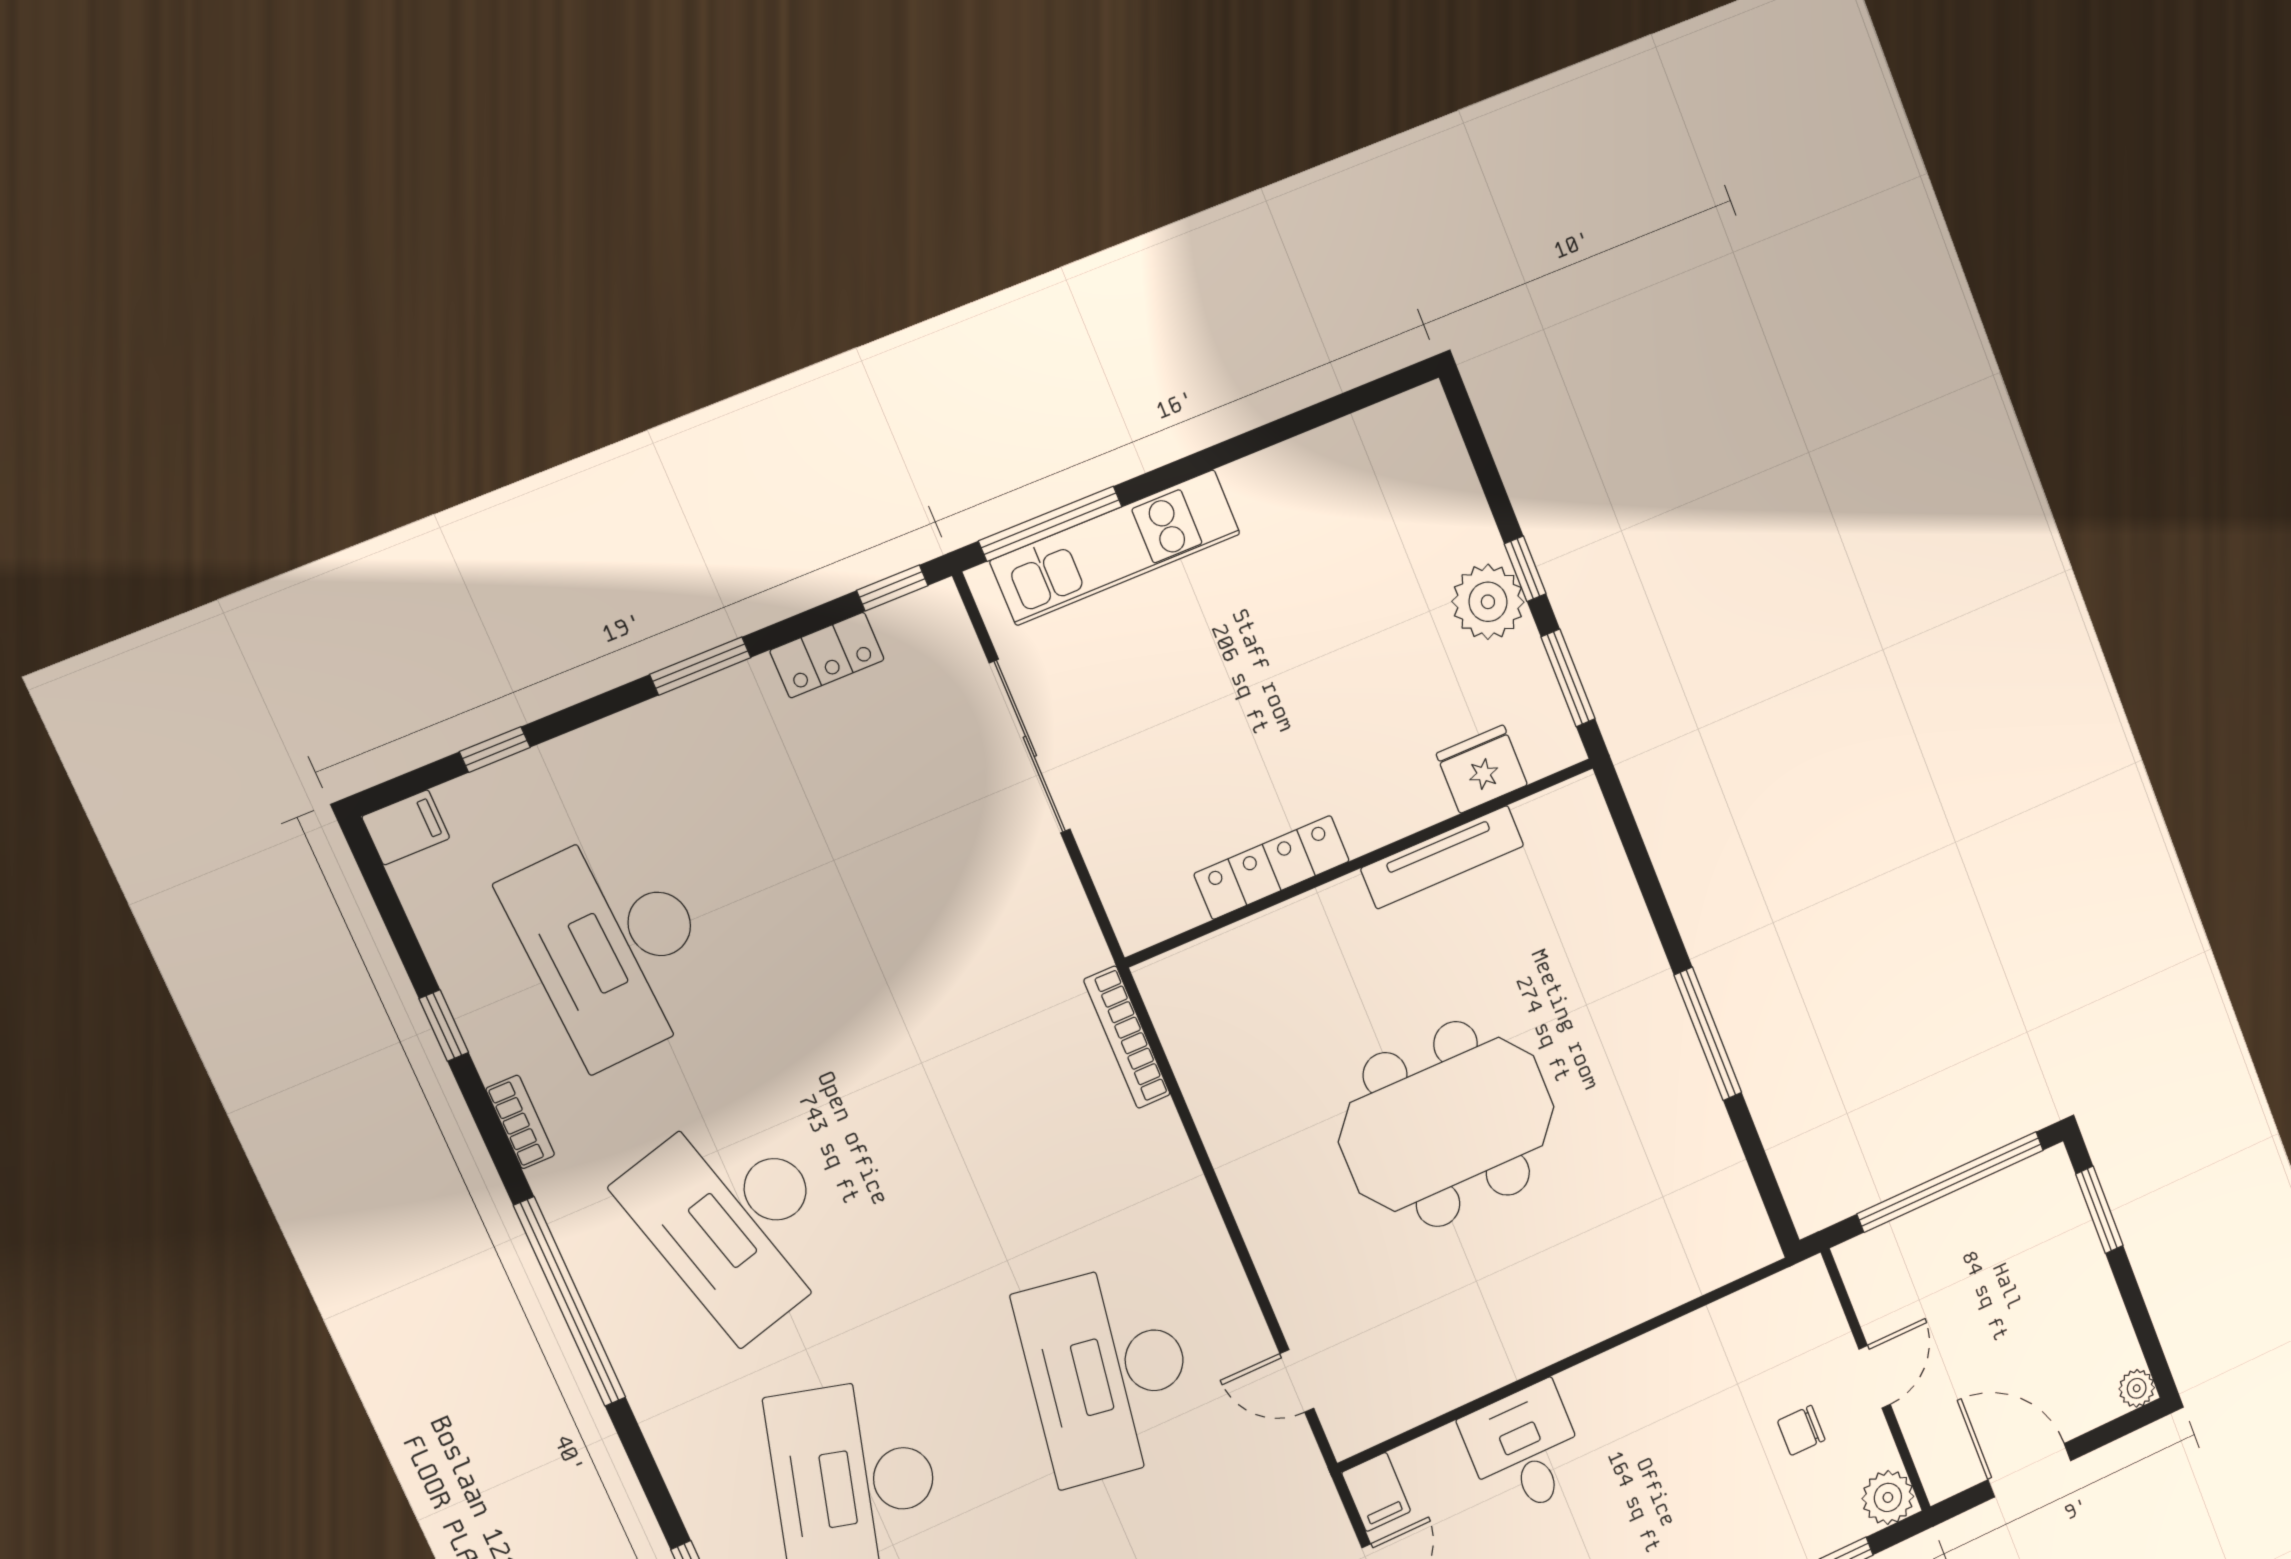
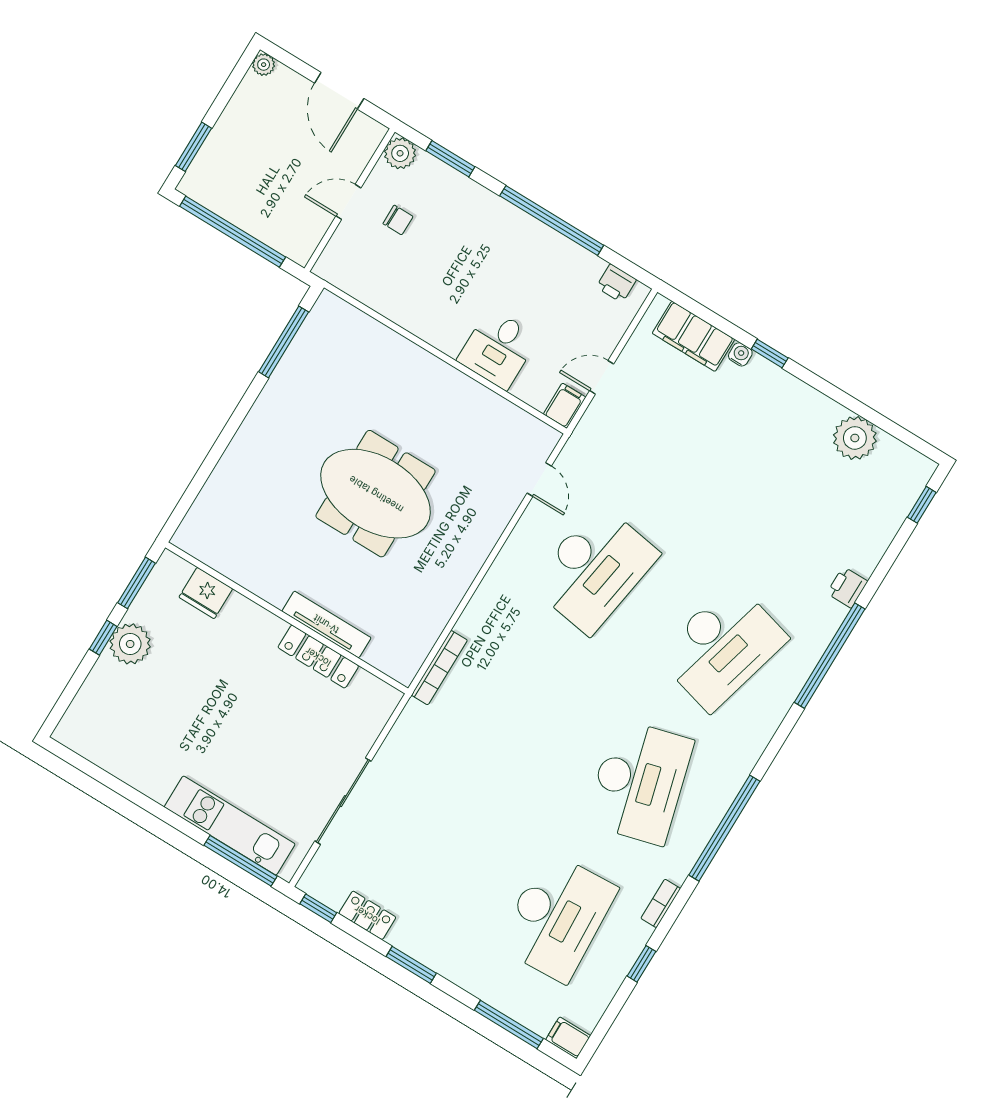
window: (495, 750) -> (509, 1024), width x2.17
tv unit: (1442, 857) -> (326, 624), moved
window: (1708, 1034) -> (284, 342), moved

